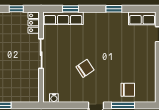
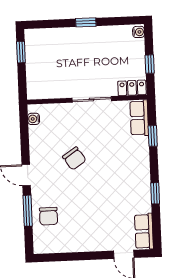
row of seats: (63, 18) -> (139, 118), width x0.68

